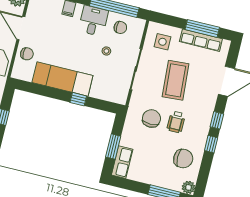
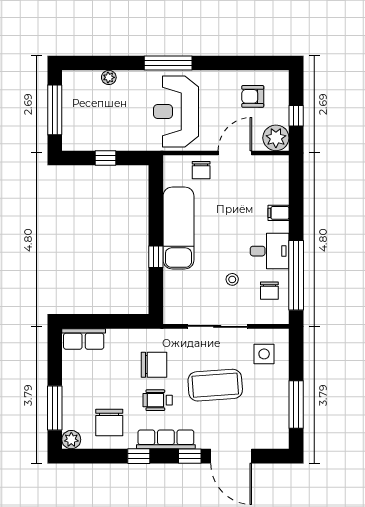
row of seats: (201, 40) -> (166, 439), moved, turned 90
window: (217, 120) -> (190, 456), moved
window: (113, 147) -> (102, 321), removed

